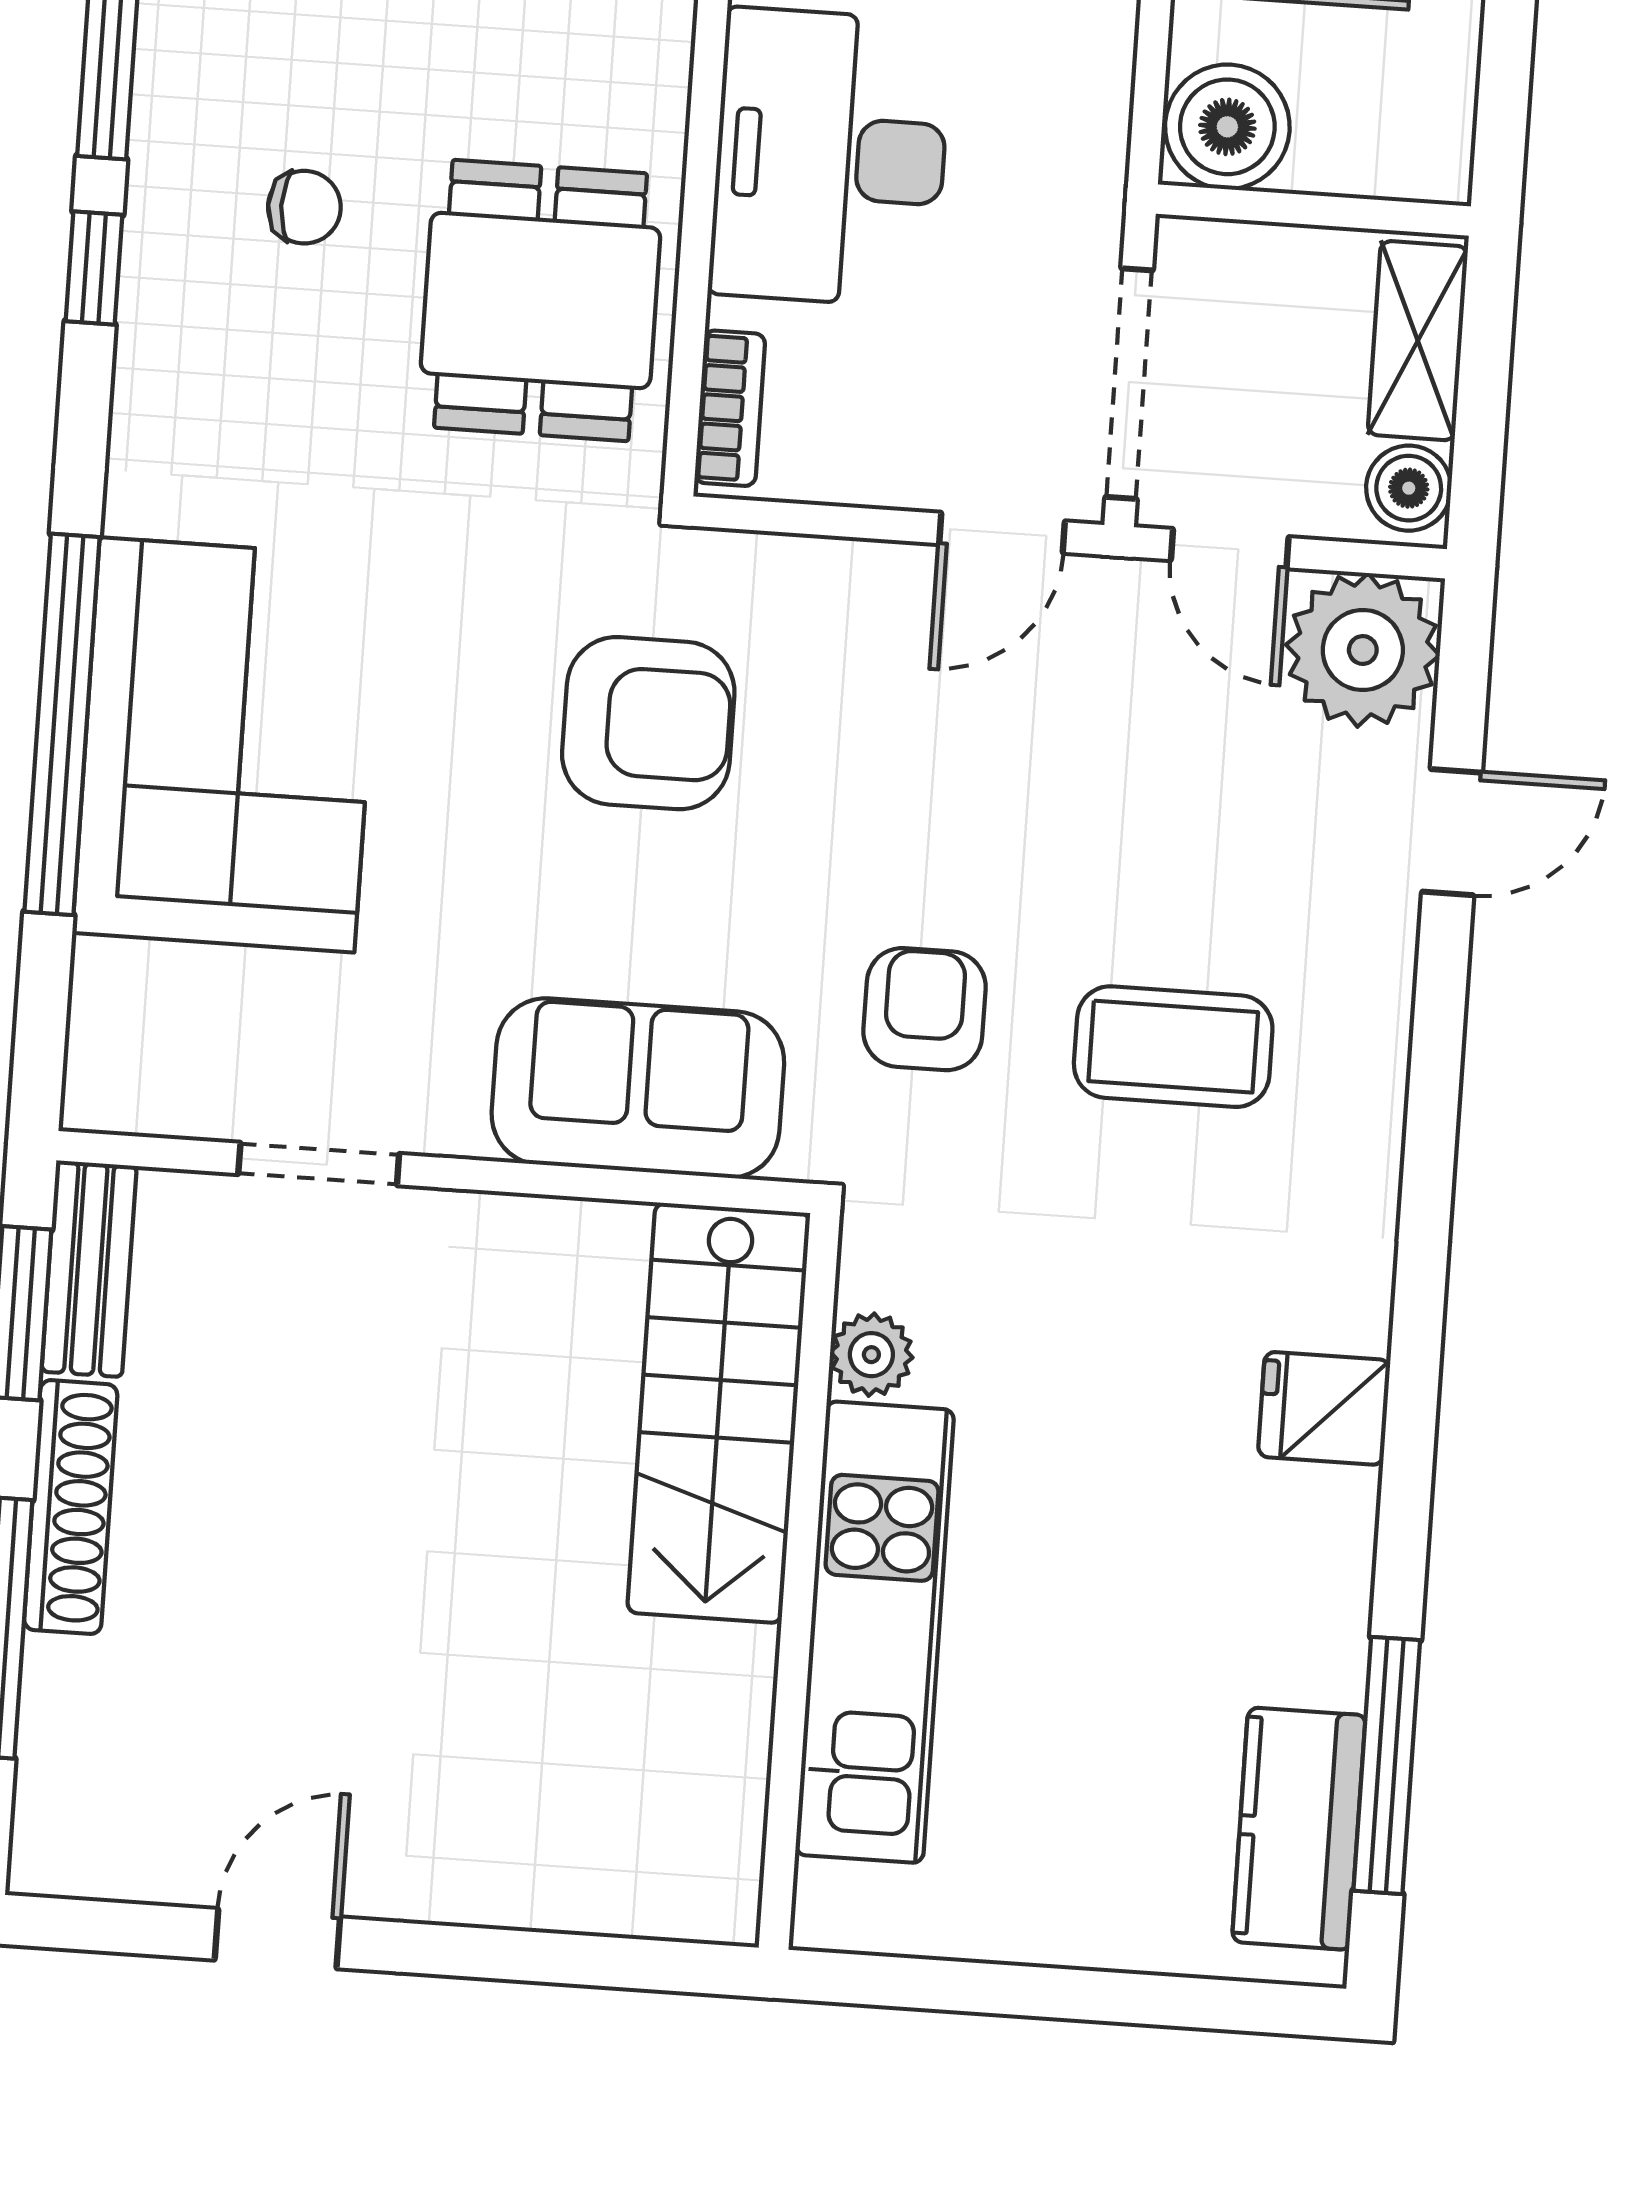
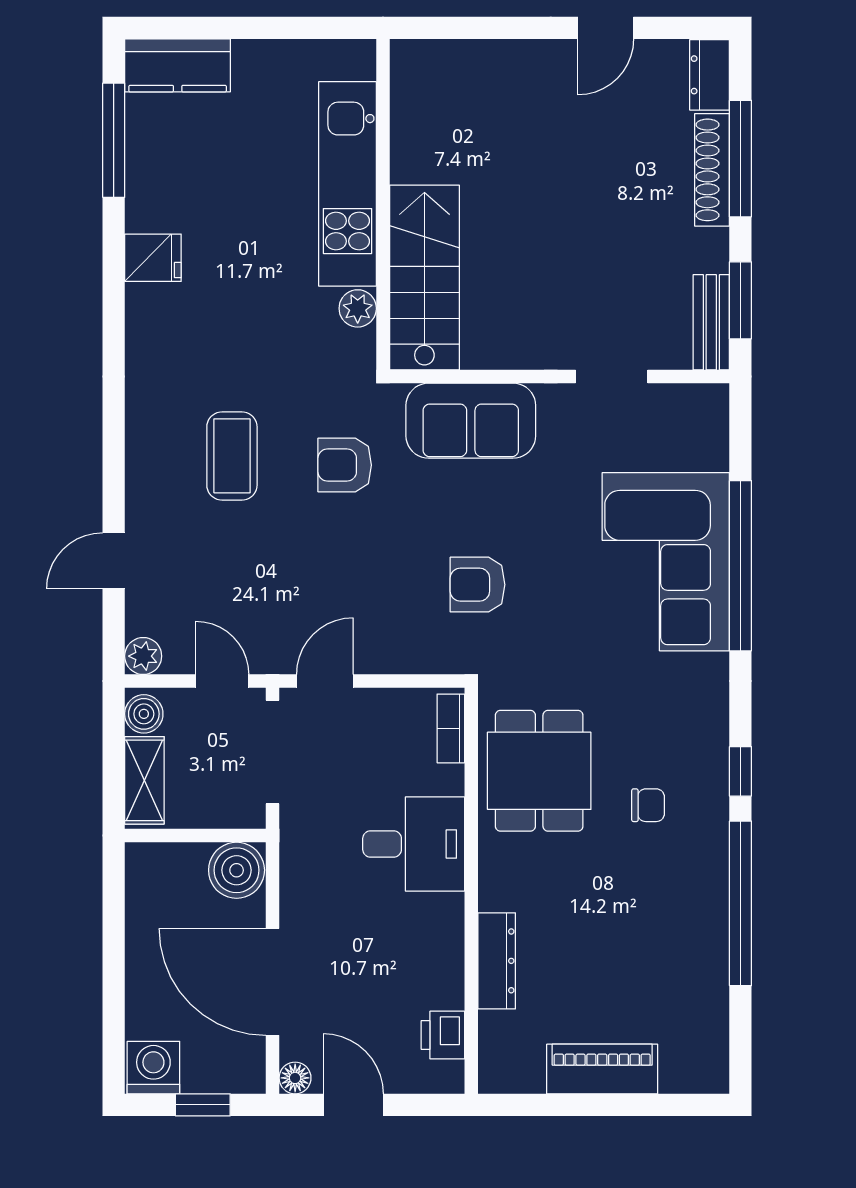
desk: (830, 158) -> (414, 844), width x0.73
chair: (304, 207) -> (648, 805), turned 180
plant: (1363, 650) -> (143, 656), width x0.53, depth x0.53
armchair: (648, 723) -> (478, 585), width x0.72, depth x0.72
armchair: (924, 1009) -> (345, 465), turned 90
coffee table: (1173, 1047) -> (232, 456), turned 90
fridge: (1324, 1408) -> (153, 258), moved
shoe rack: (71, 1507) -> (712, 170), moved
dresser: (54, 1818) -> (710, 75), added
kitchen counter: (1299, 1829) -> (178, 65), moved, turned 90

